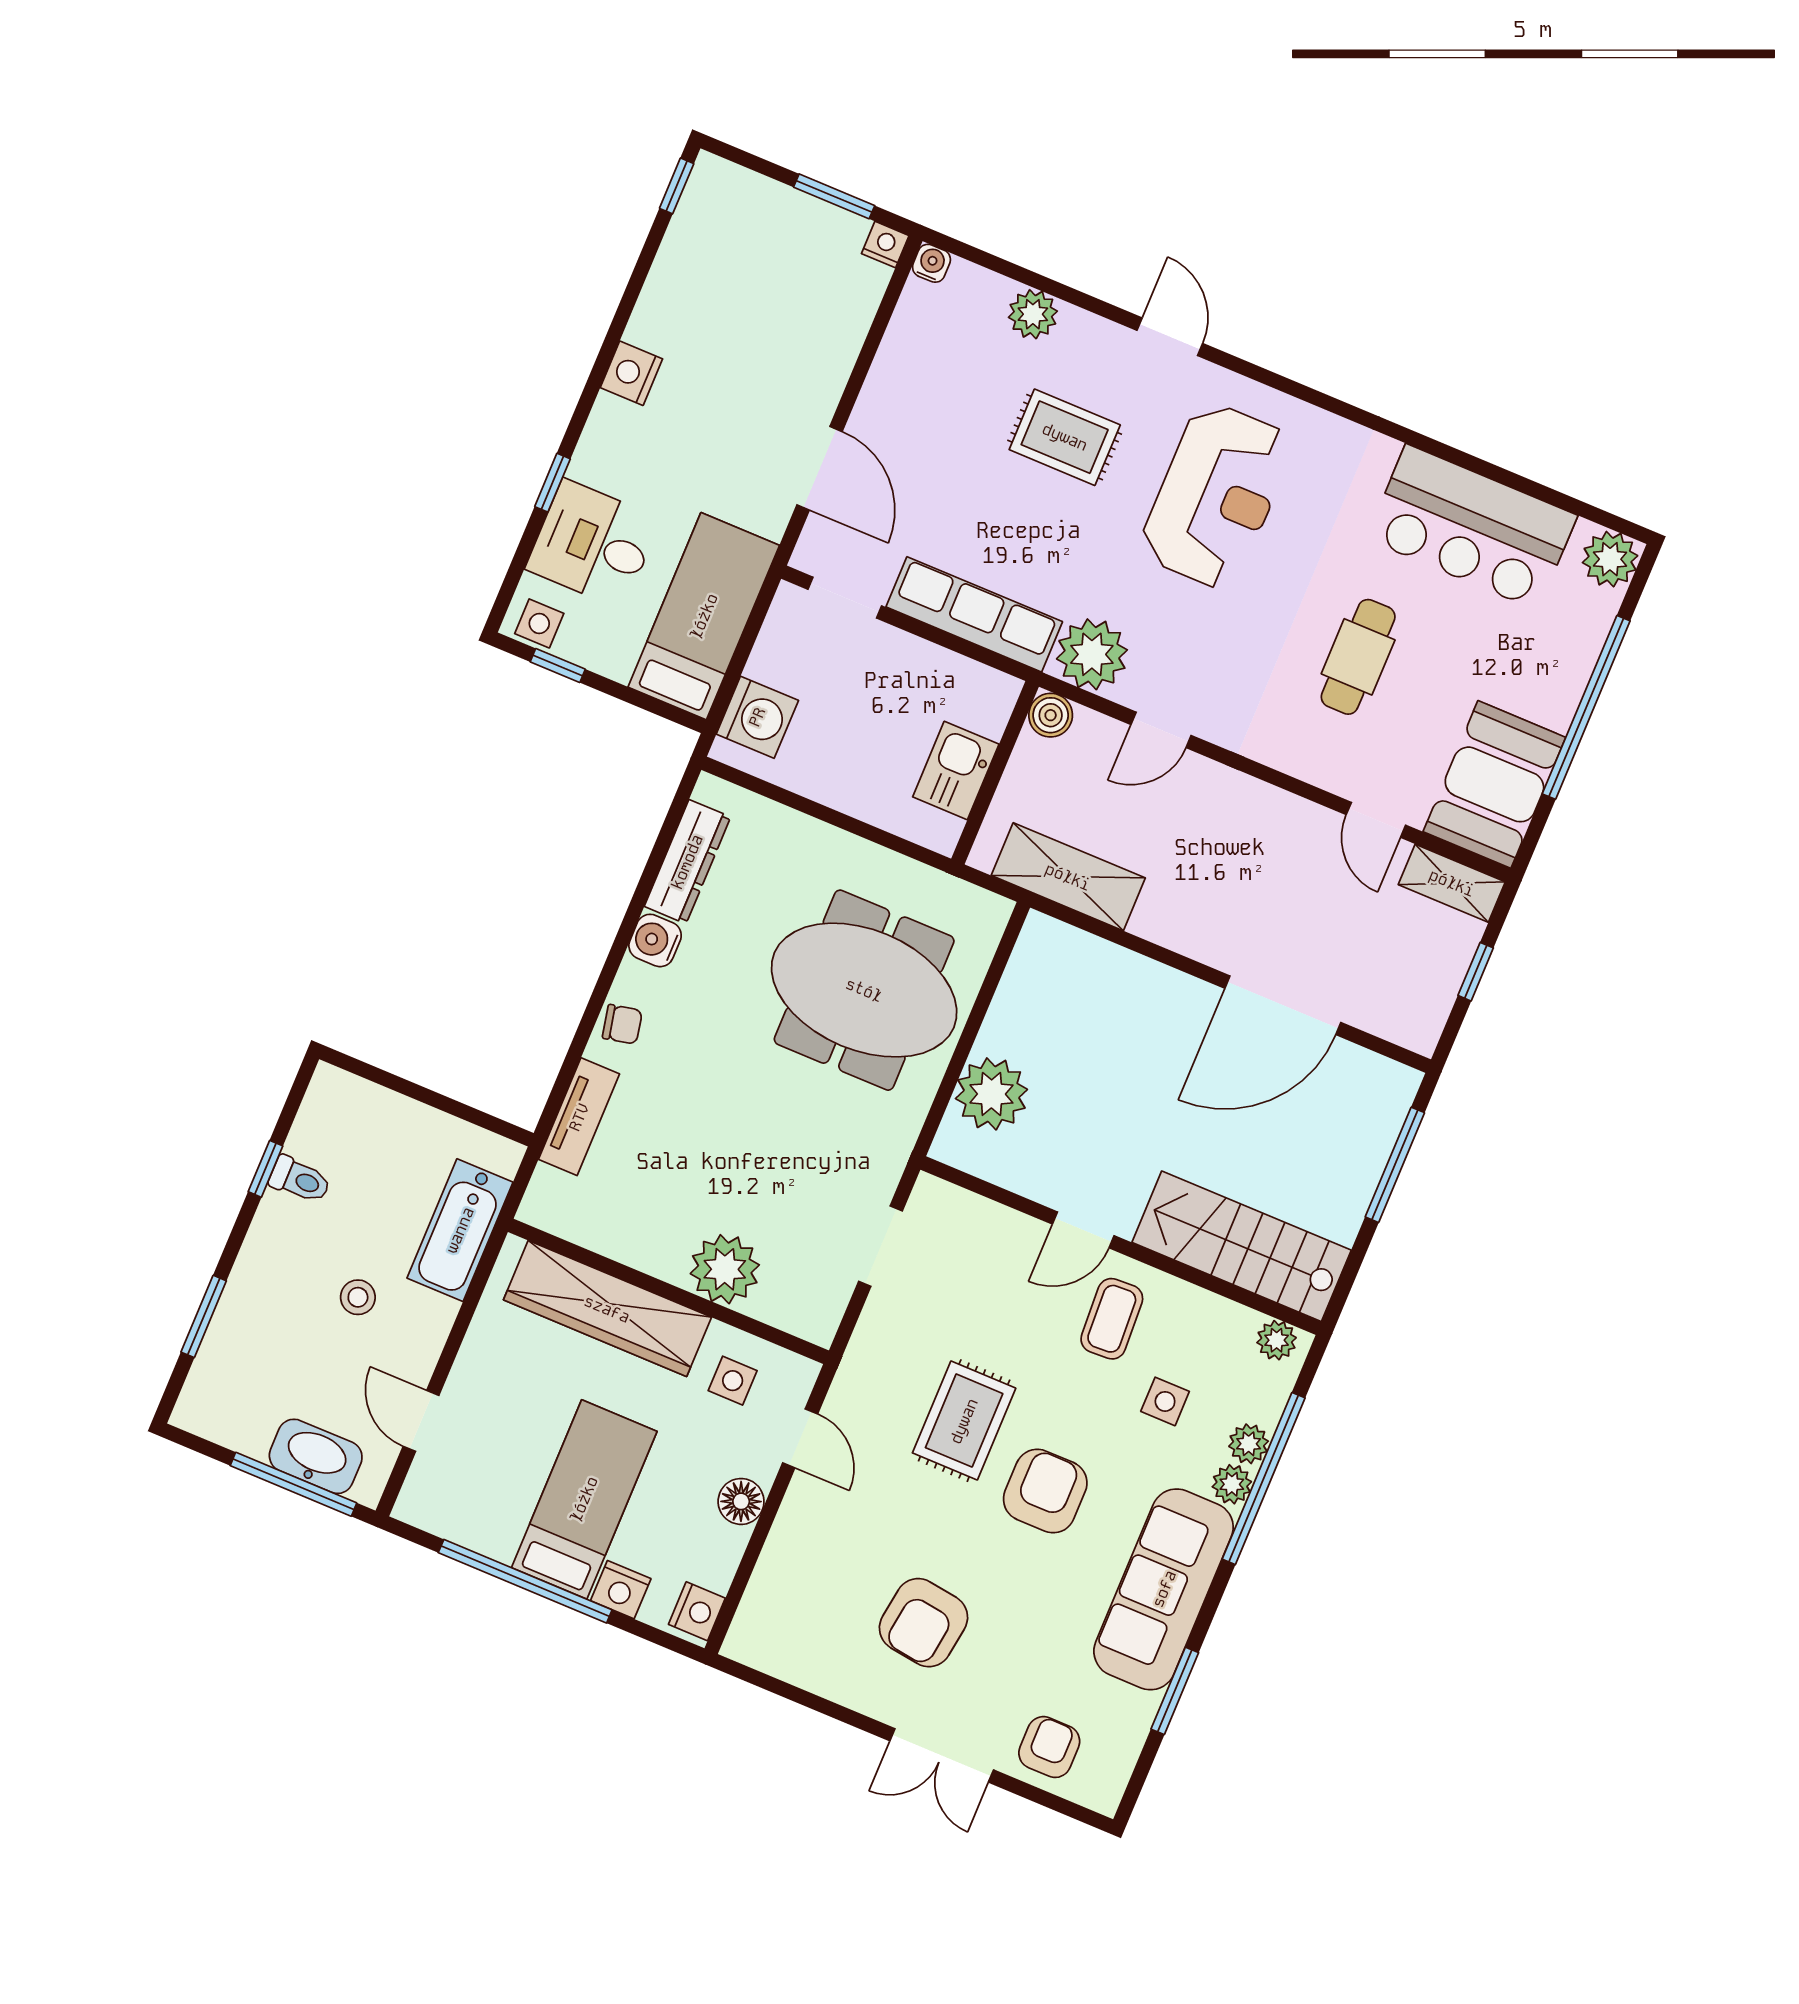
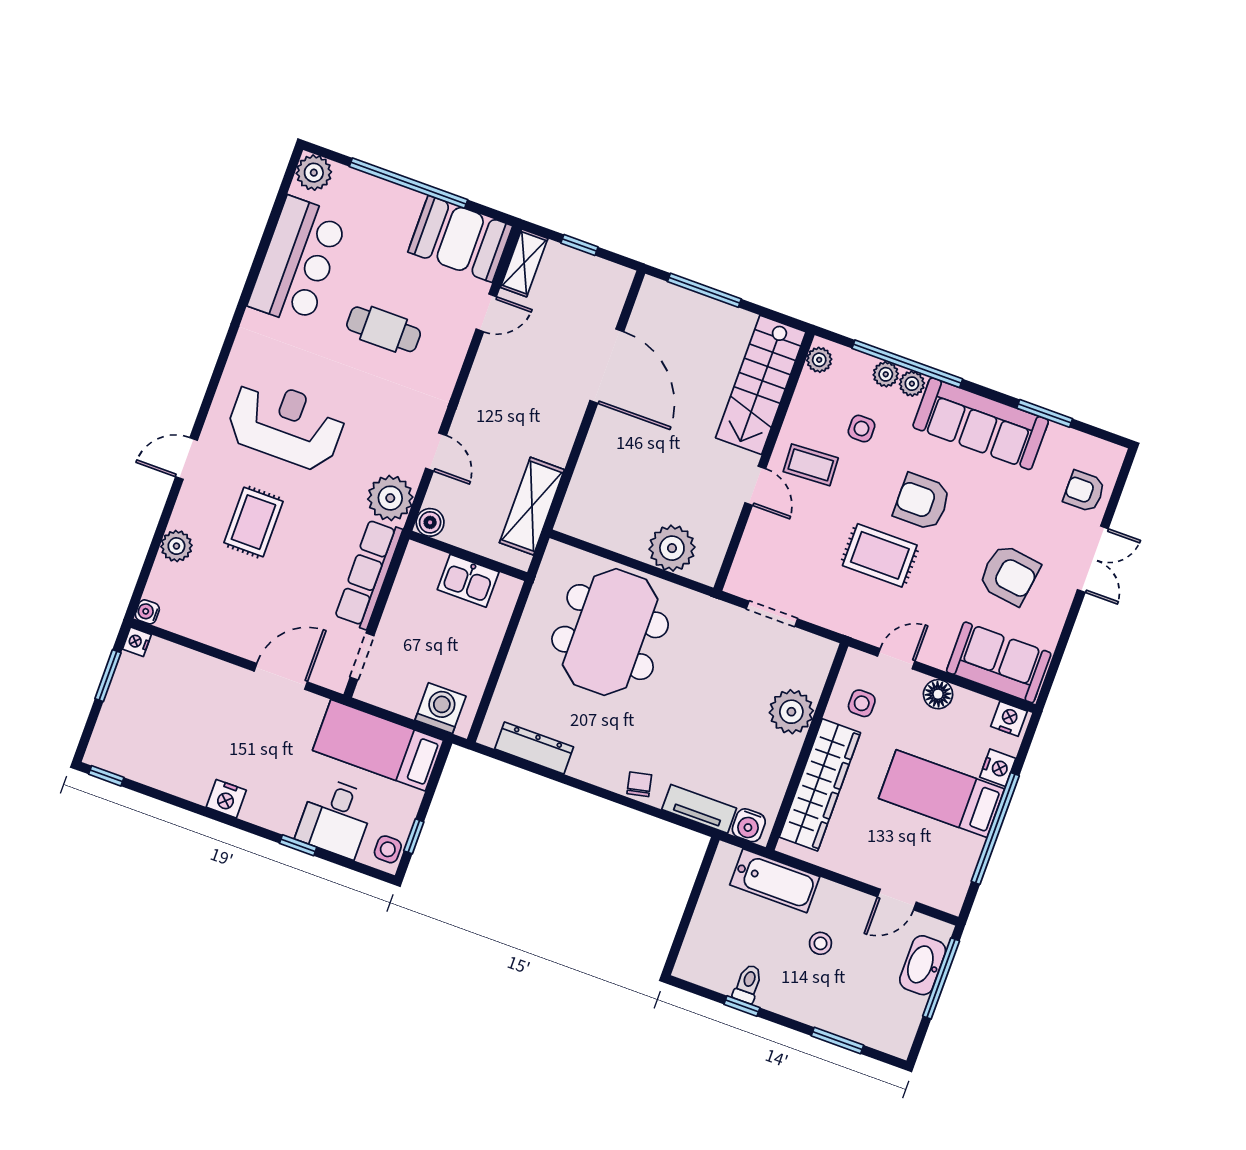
water cooler: (655, 940) -> (749, 825), moved
sofa: (786, 1599) -> (999, 662), added

